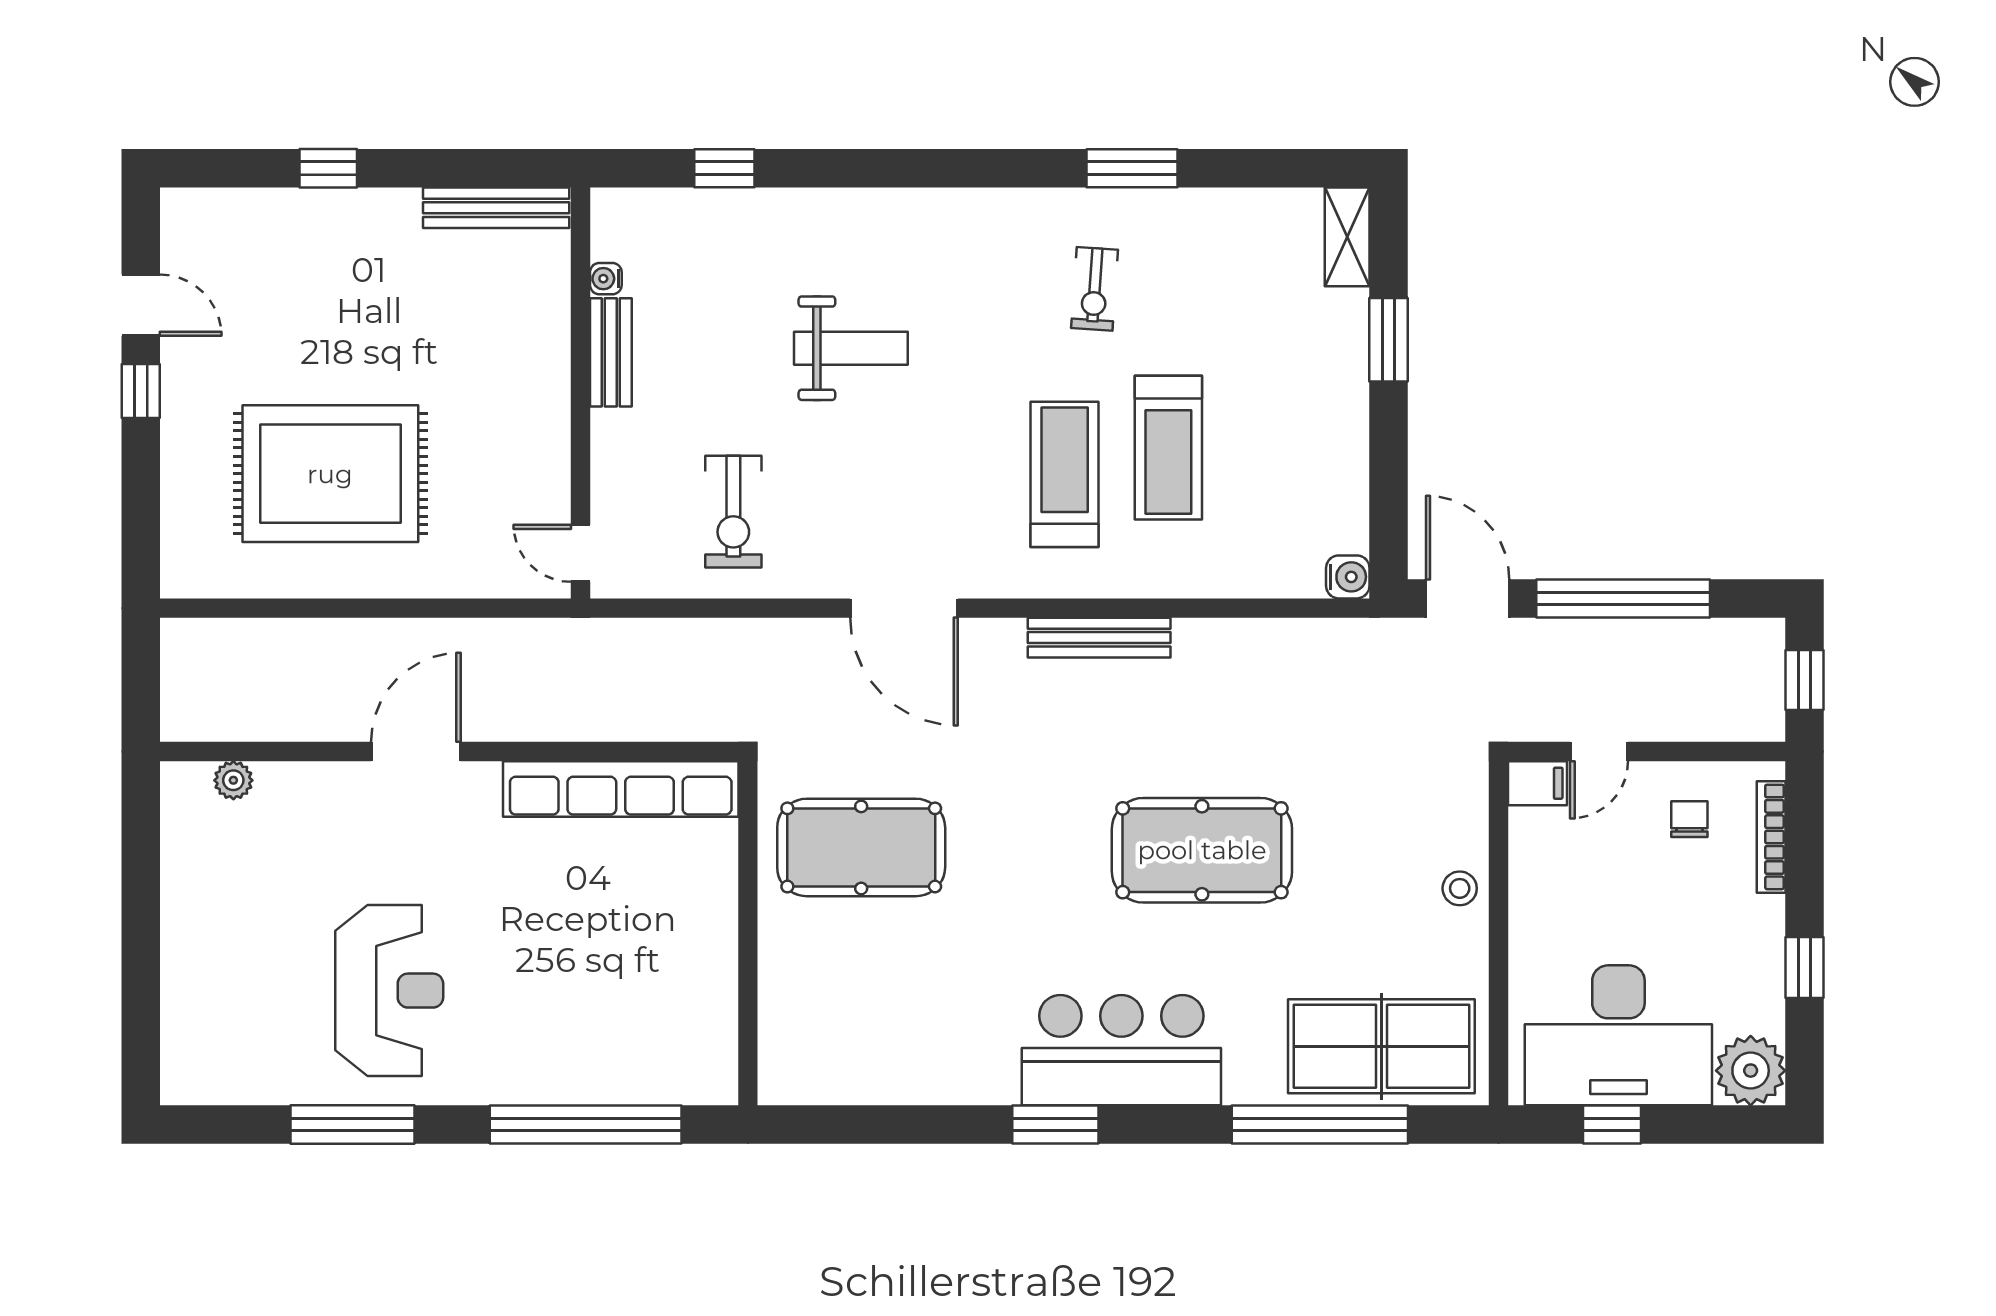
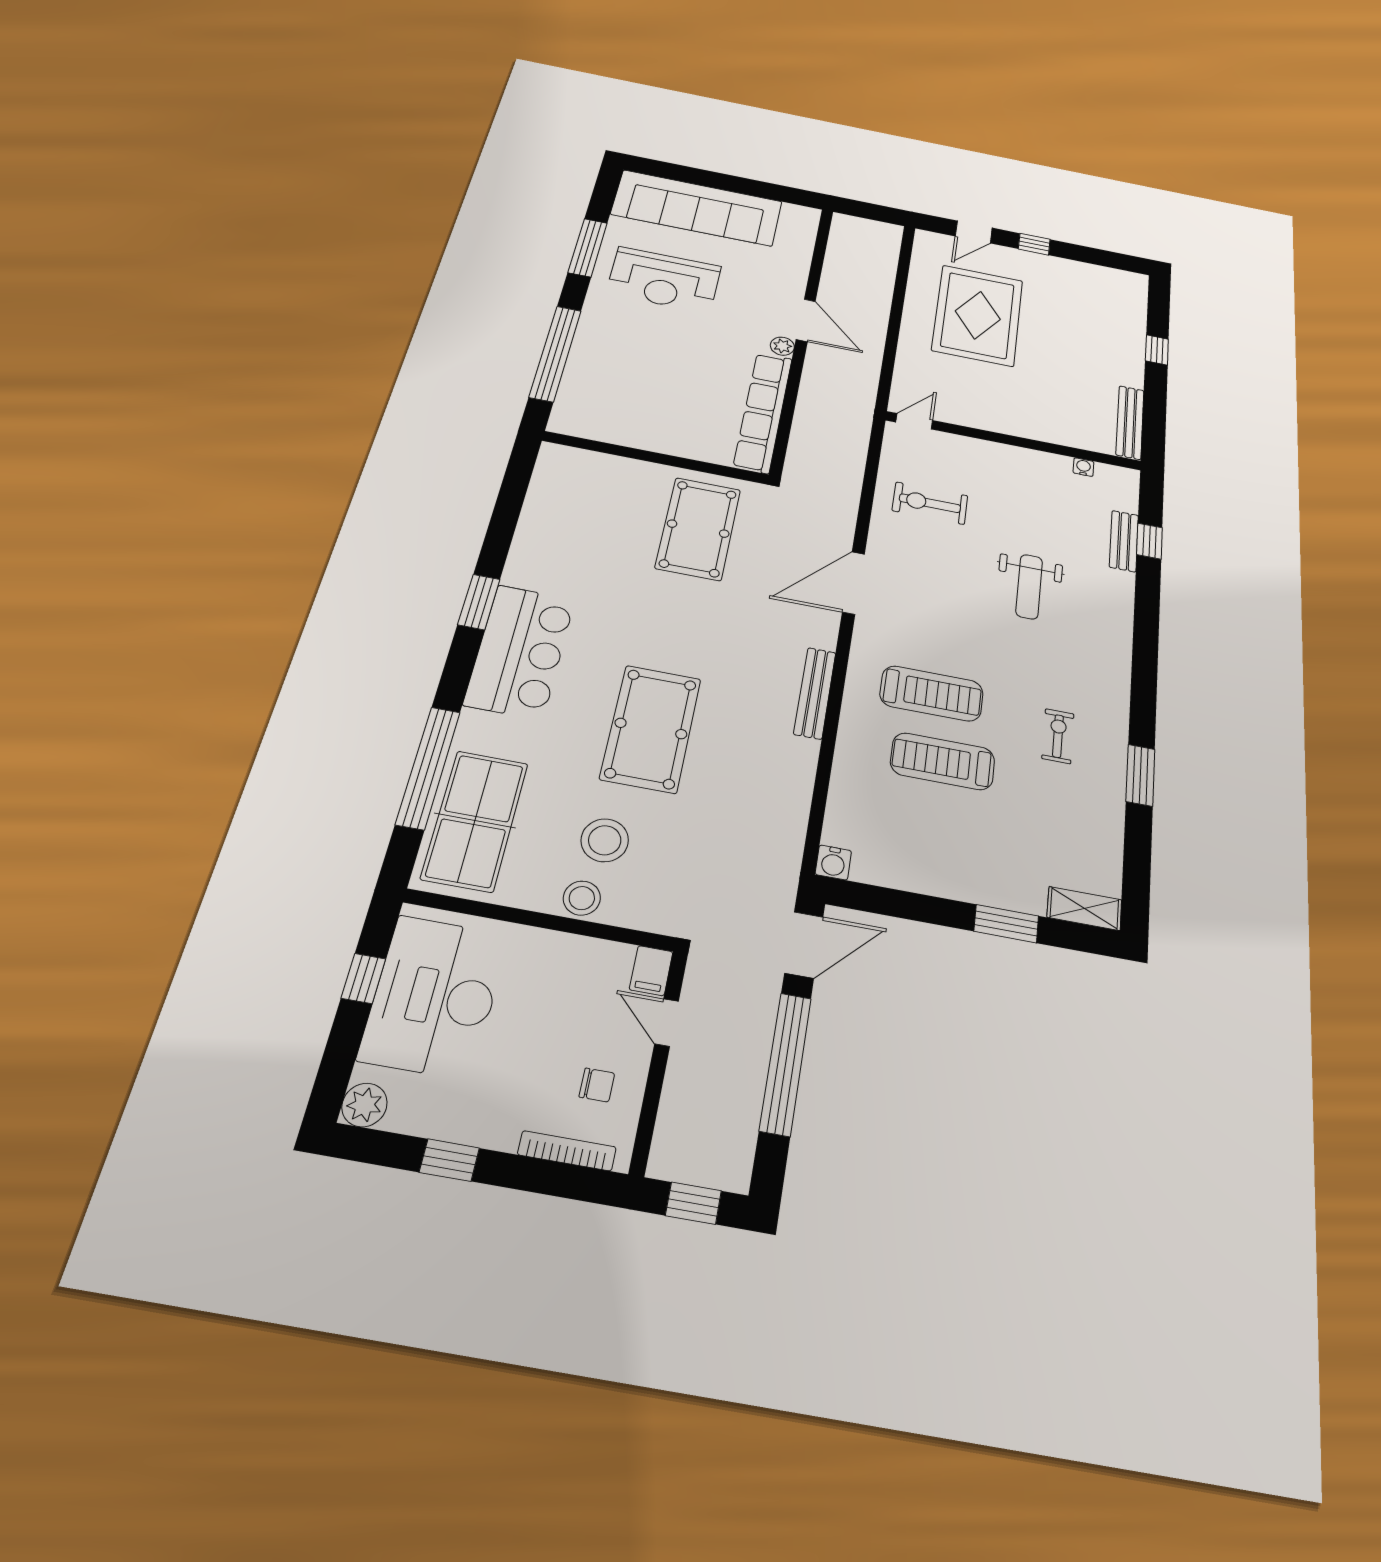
exercise bike: (1095, 289) -> (1058, 736), turned 86
door: (141, 305) -> (974, 232), moved
bench: (611, 352) -> (1124, 541), moved, turned 90
plant: (233, 780) -> (782, 346), moved
stool: (1376, 877) -> (605, 840), added
stool: (1460, 888) -> (582, 898), width x1.37, depth x1.37
sofa: (214, 968) -> (697, 208), added
plant: (1751, 1071) -> (364, 1105), width x0.73, depth x0.73

